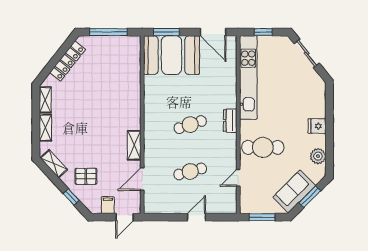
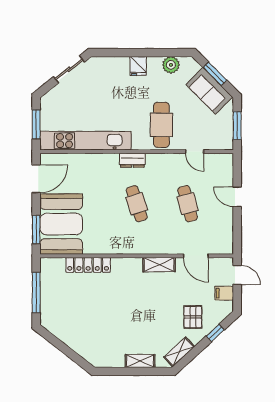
window: (263, 32) -> (36, 124), width x1.50
sliding door: (307, 53) -> (69, 69), moved
locker: (68, 61) -> (88, 265), moved, turned 142
shelving: (45, 100) -> (110, 361), removed

